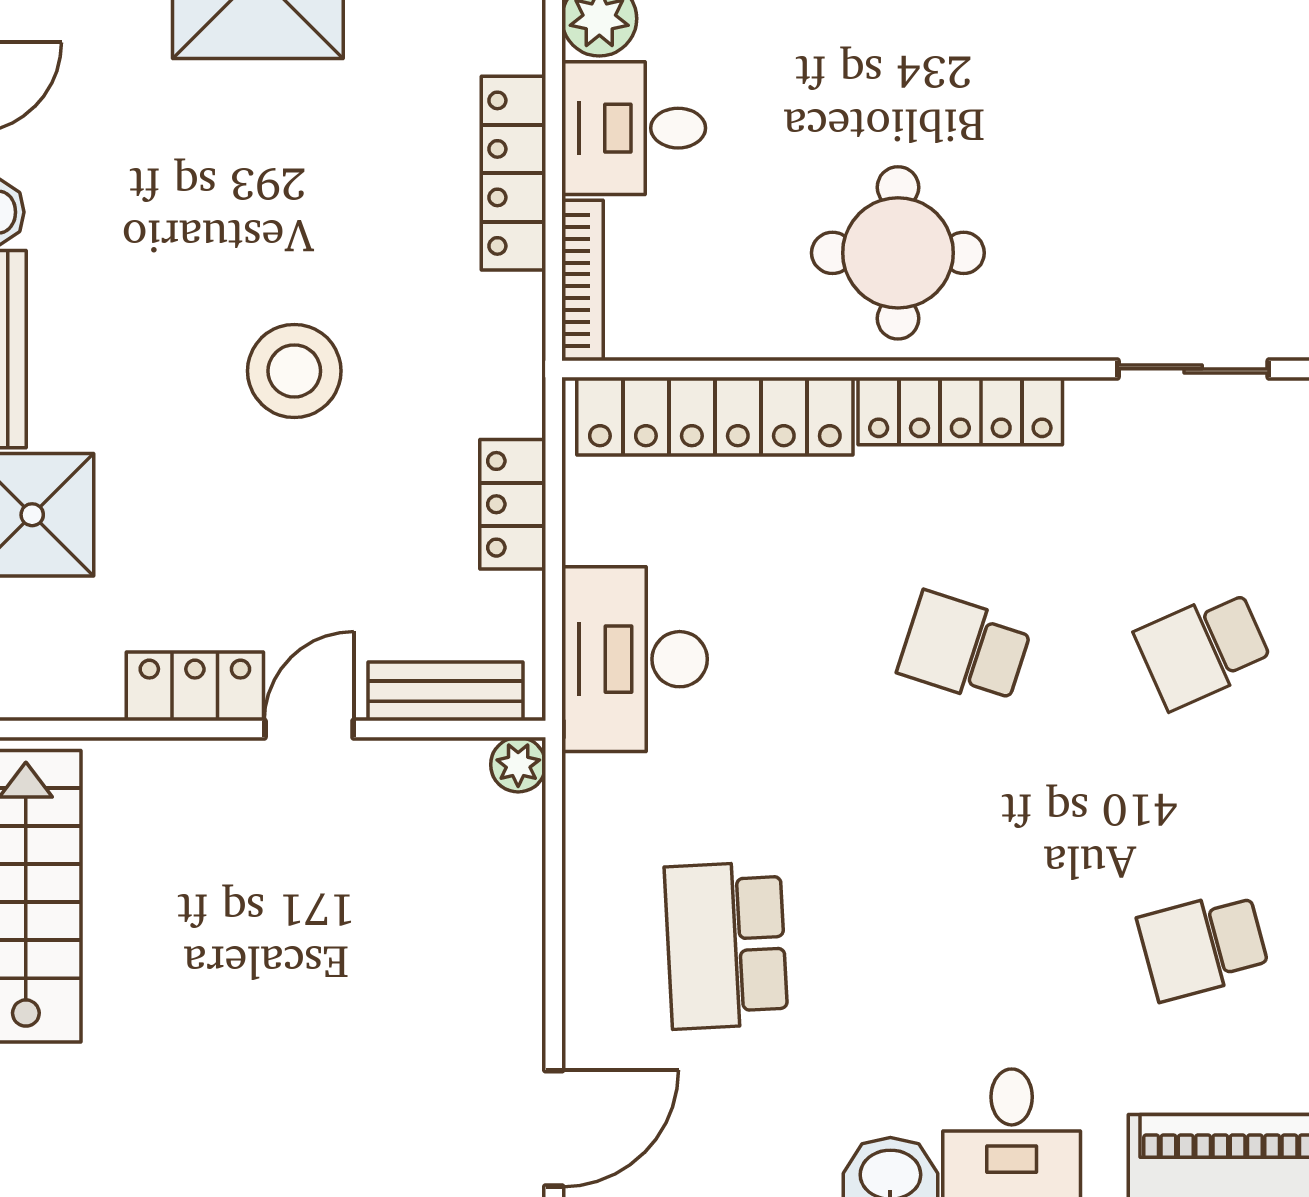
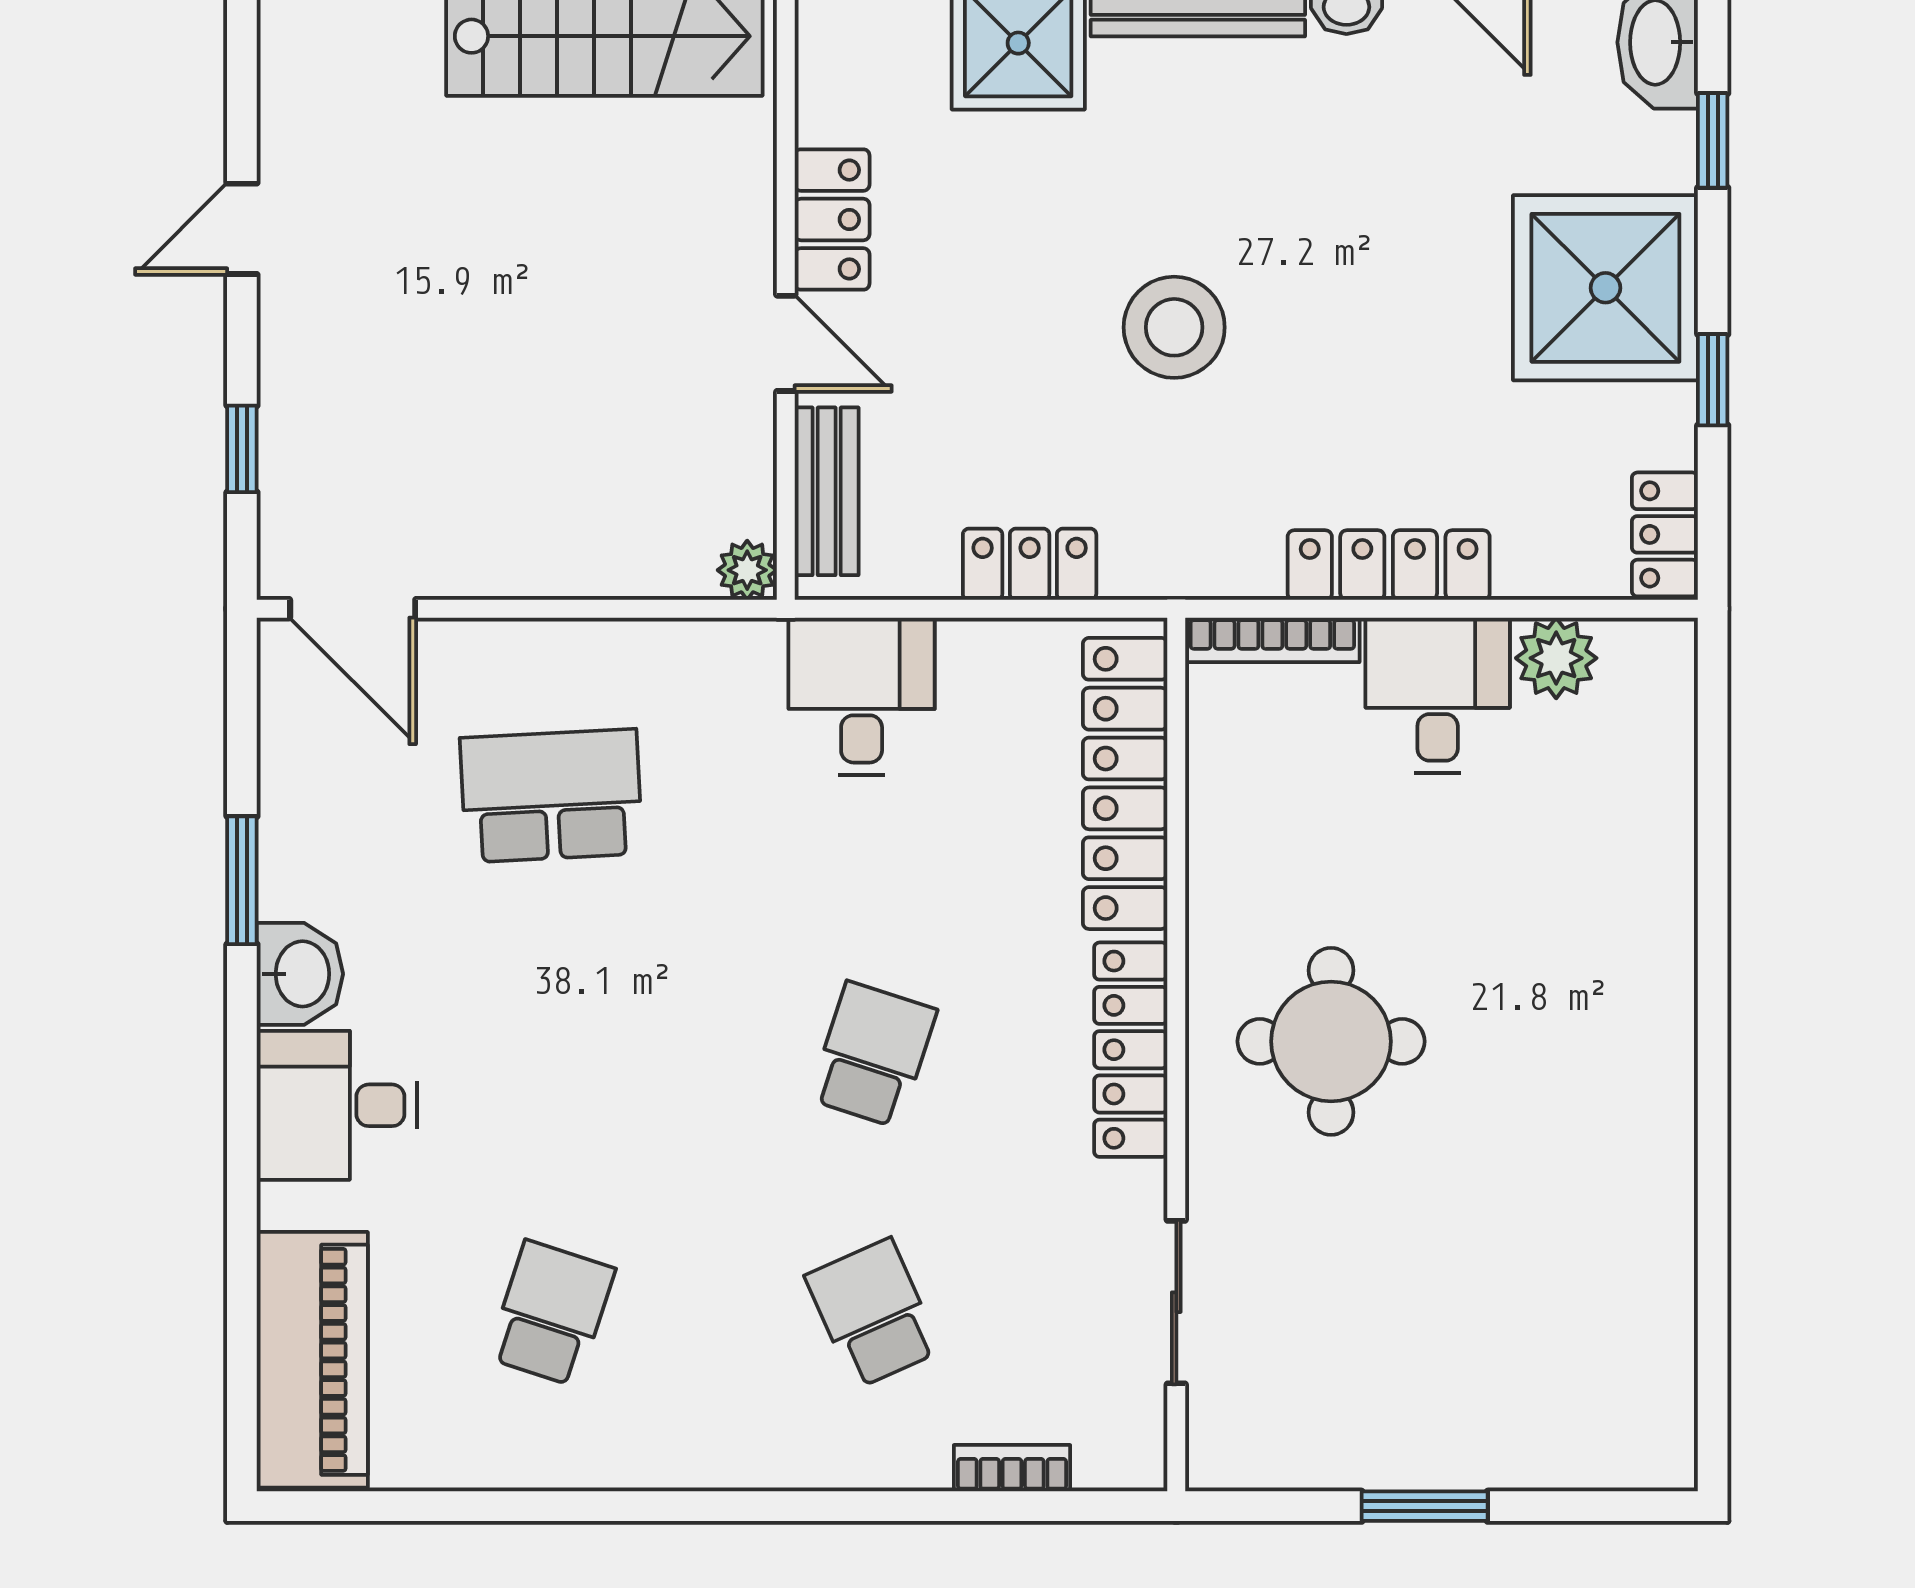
round table: (898, 253) -> (1331, 1041), moved
desk: (635, 659) -> (862, 696), width x0.73
school desk: (1203, 945) -> (551, 1313), turned 33

